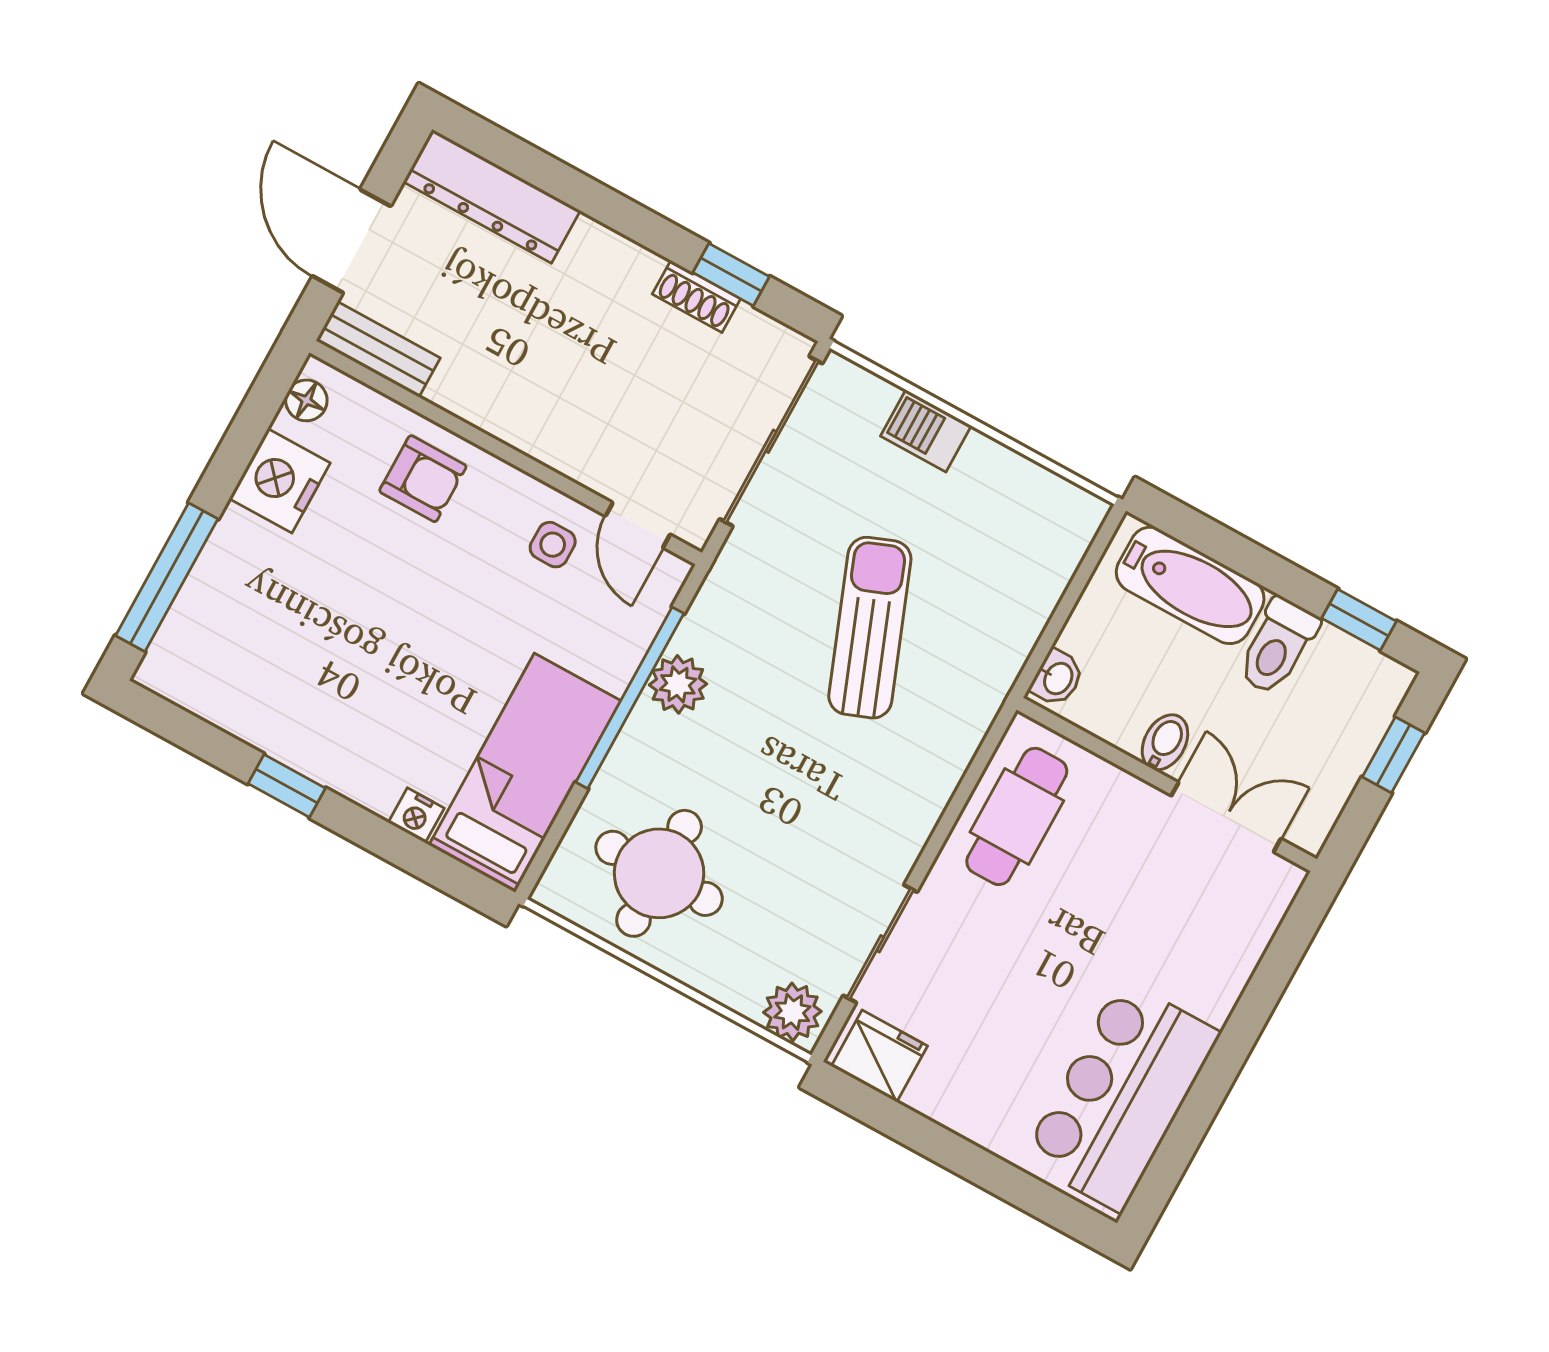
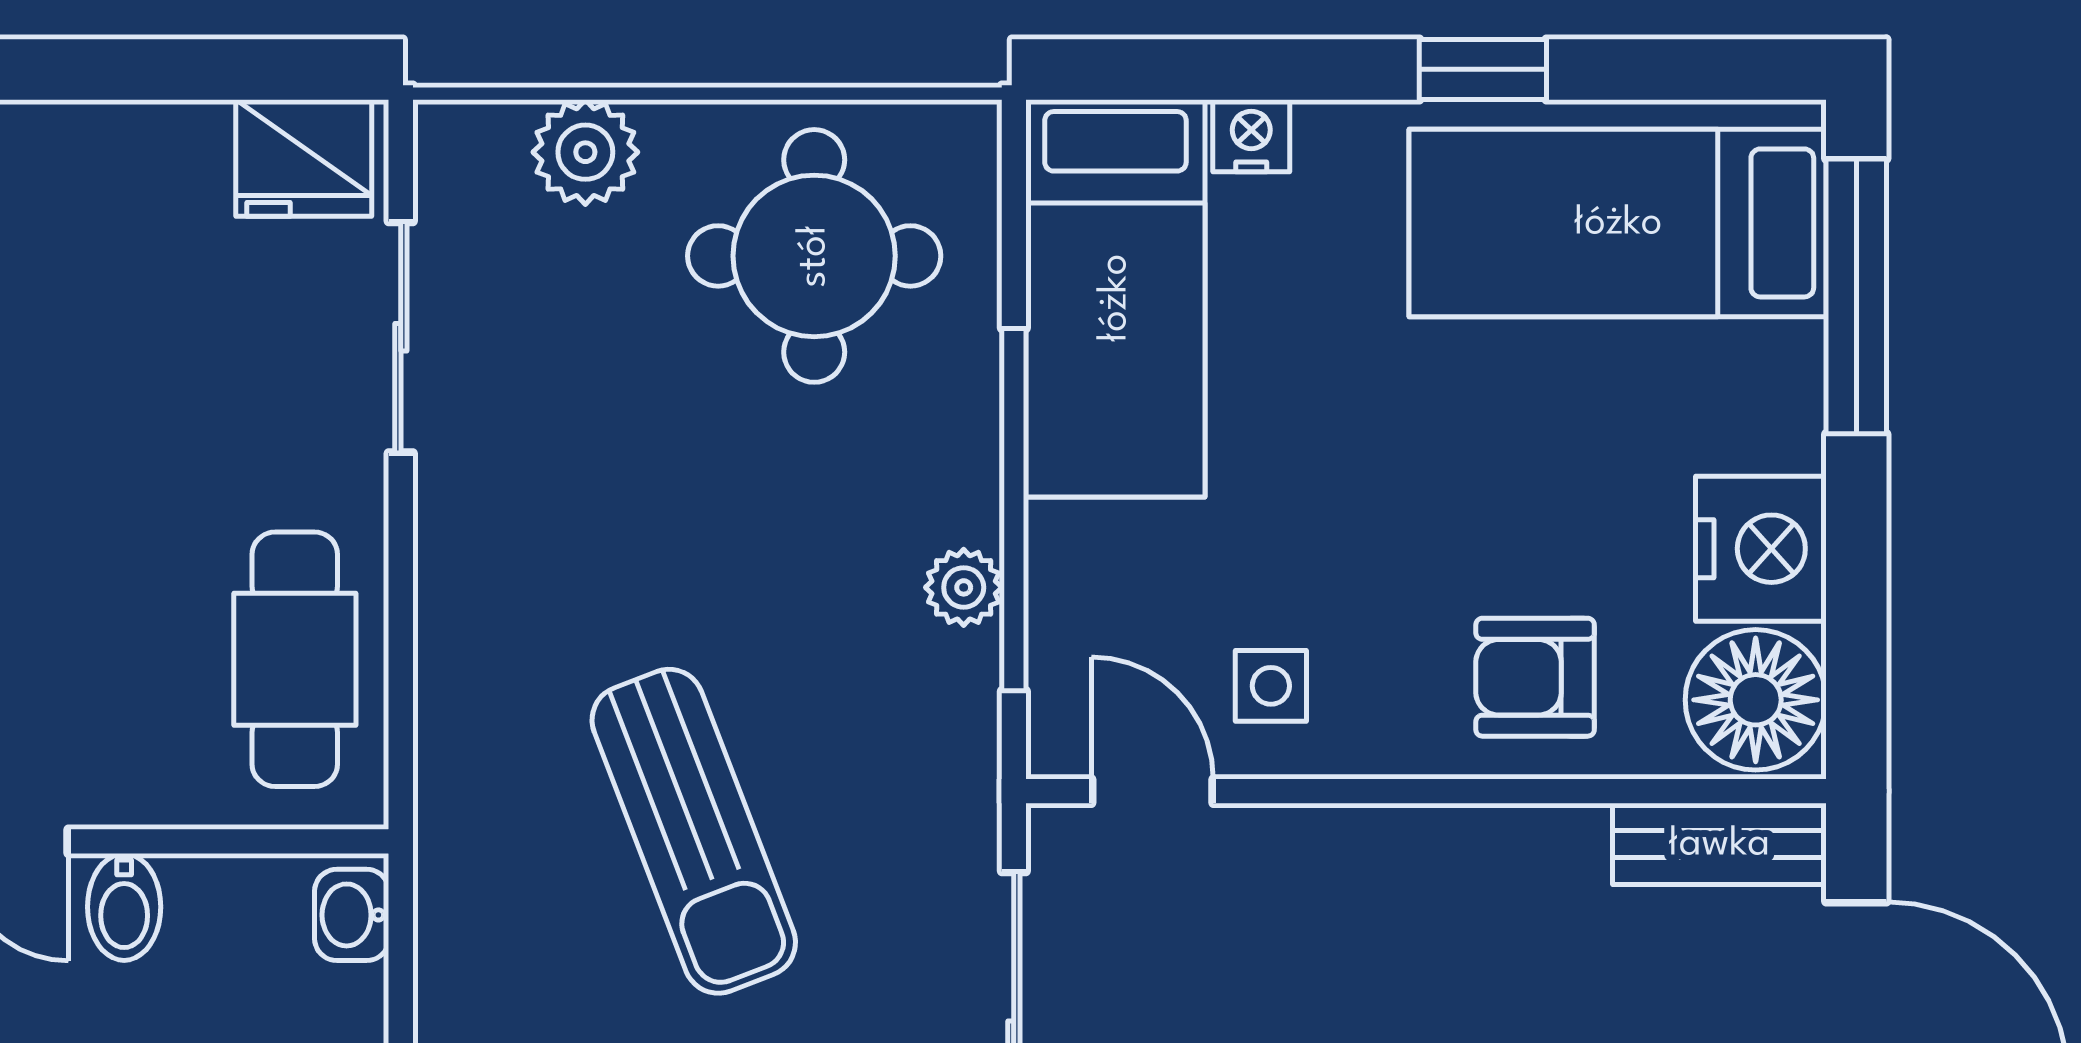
floor lamp: (306, 400) -> (1756, 700), width x1.89, depth x1.89
bed: (262, 676) -> (1618, 223), added
plant: (678, 684) -> (964, 587), width x0.73, depth x0.73
plant: (792, 1012) -> (585, 152), moved

